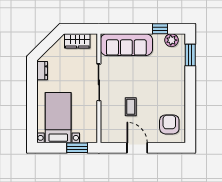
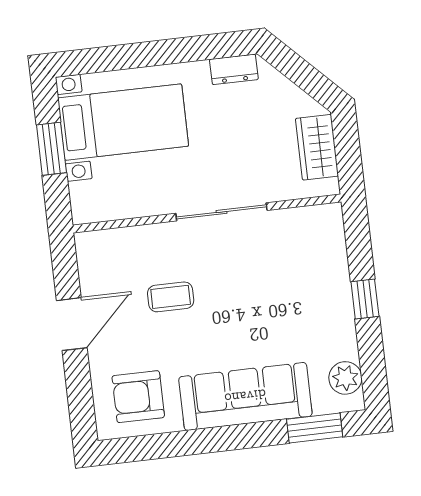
window: (160, 29) -> (365, 299), moved
sofa: (126, 45) -> (245, 396), moved, turned 90
armchair: (169, 124) -> (138, 397), turned 180
window: (77, 148) -> (51, 149), moved

